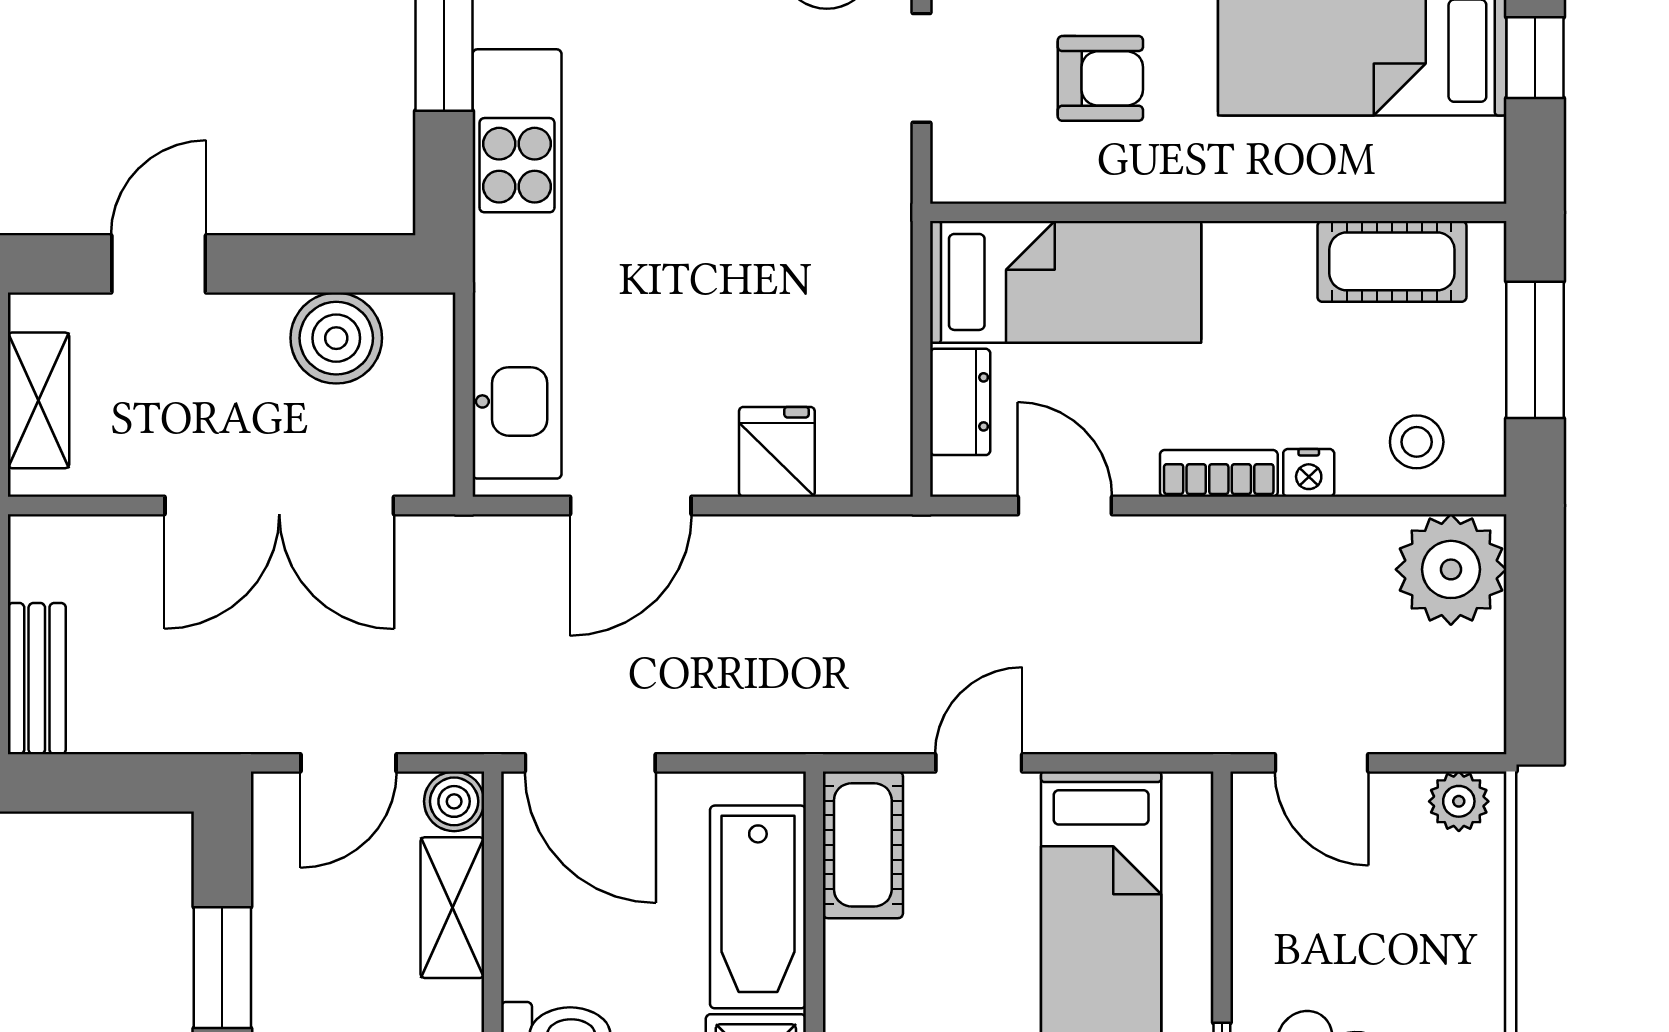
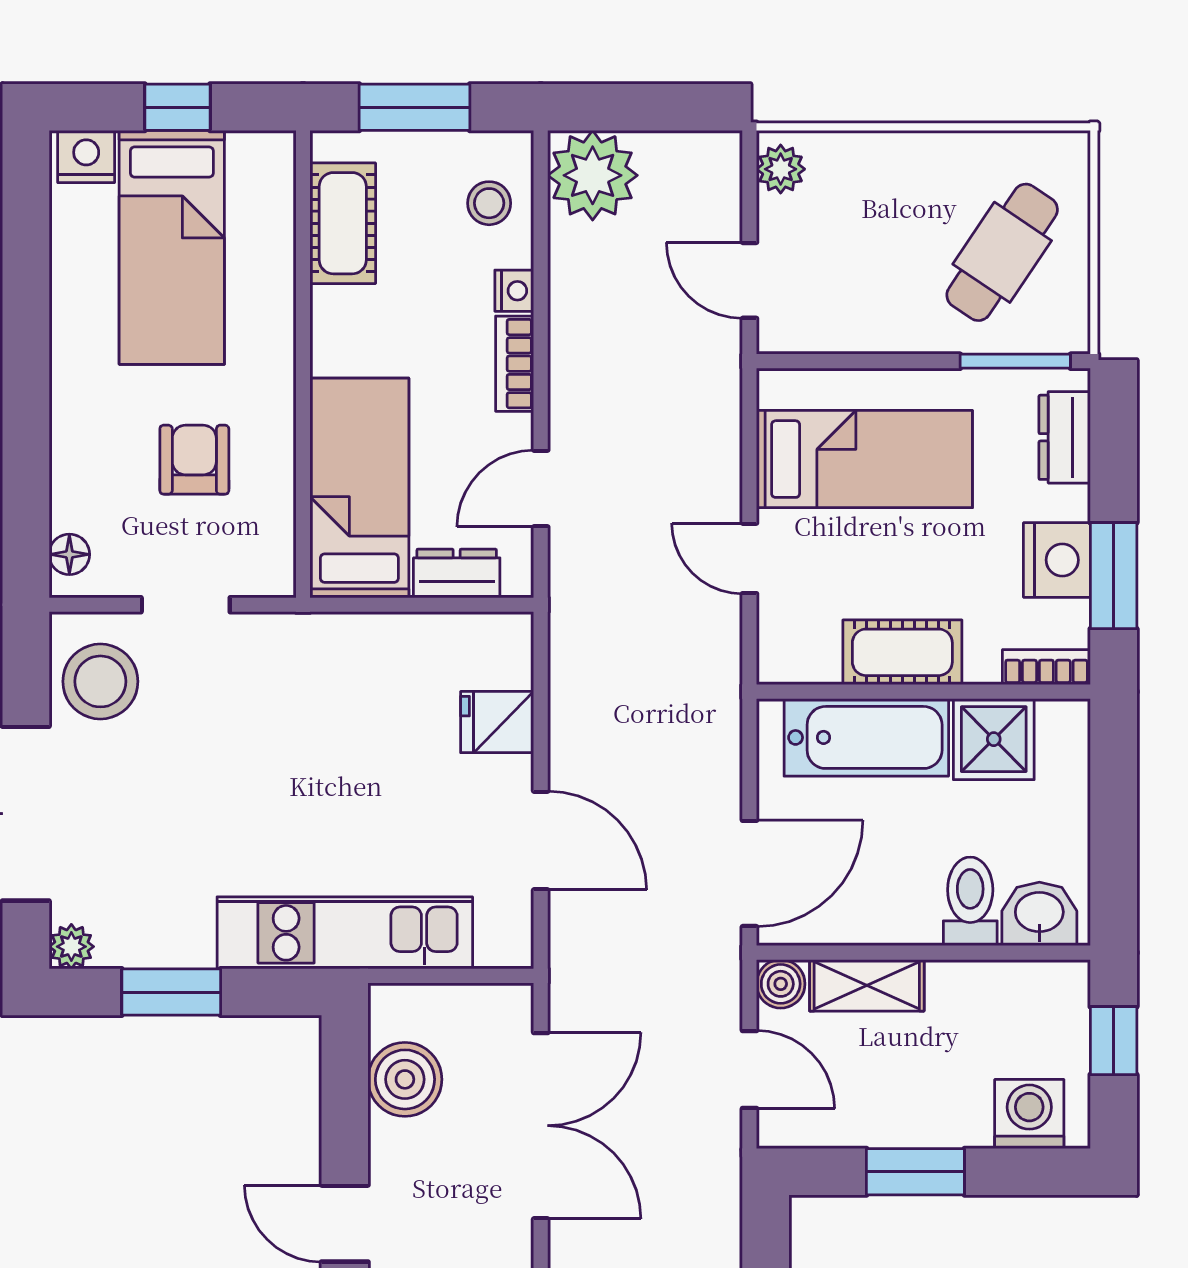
kitchen unit: (517, 264) -> (345, 933), width x0.73
door: (1321, 763) -> (749, 280), swing flipped
cot: (863, 845) -> (902, 652), moved

